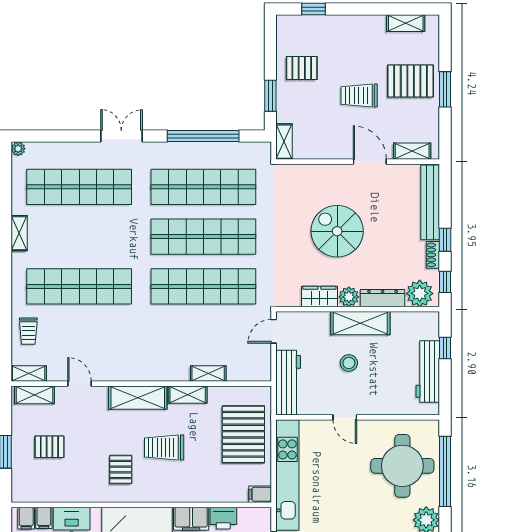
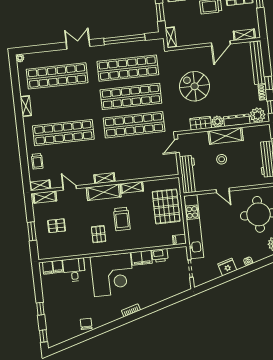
door: (370, 162) -> (221, 43), swing flipped
spiral stairs: (337, 231) -> (195, 86), moved
shelving: (208, 374) -> (104, 178), moved
trolley: (164, 448) -> (122, 219), turned -90

